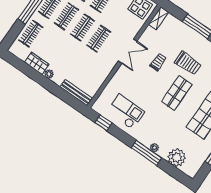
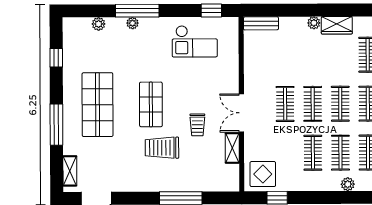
shelving: (158, 18) -> (232, 148), moved
bench: (76, 93) -> (261, 23), width x0.73
plant: (177, 158) -> (99, 24), width x0.53, depth x0.53

